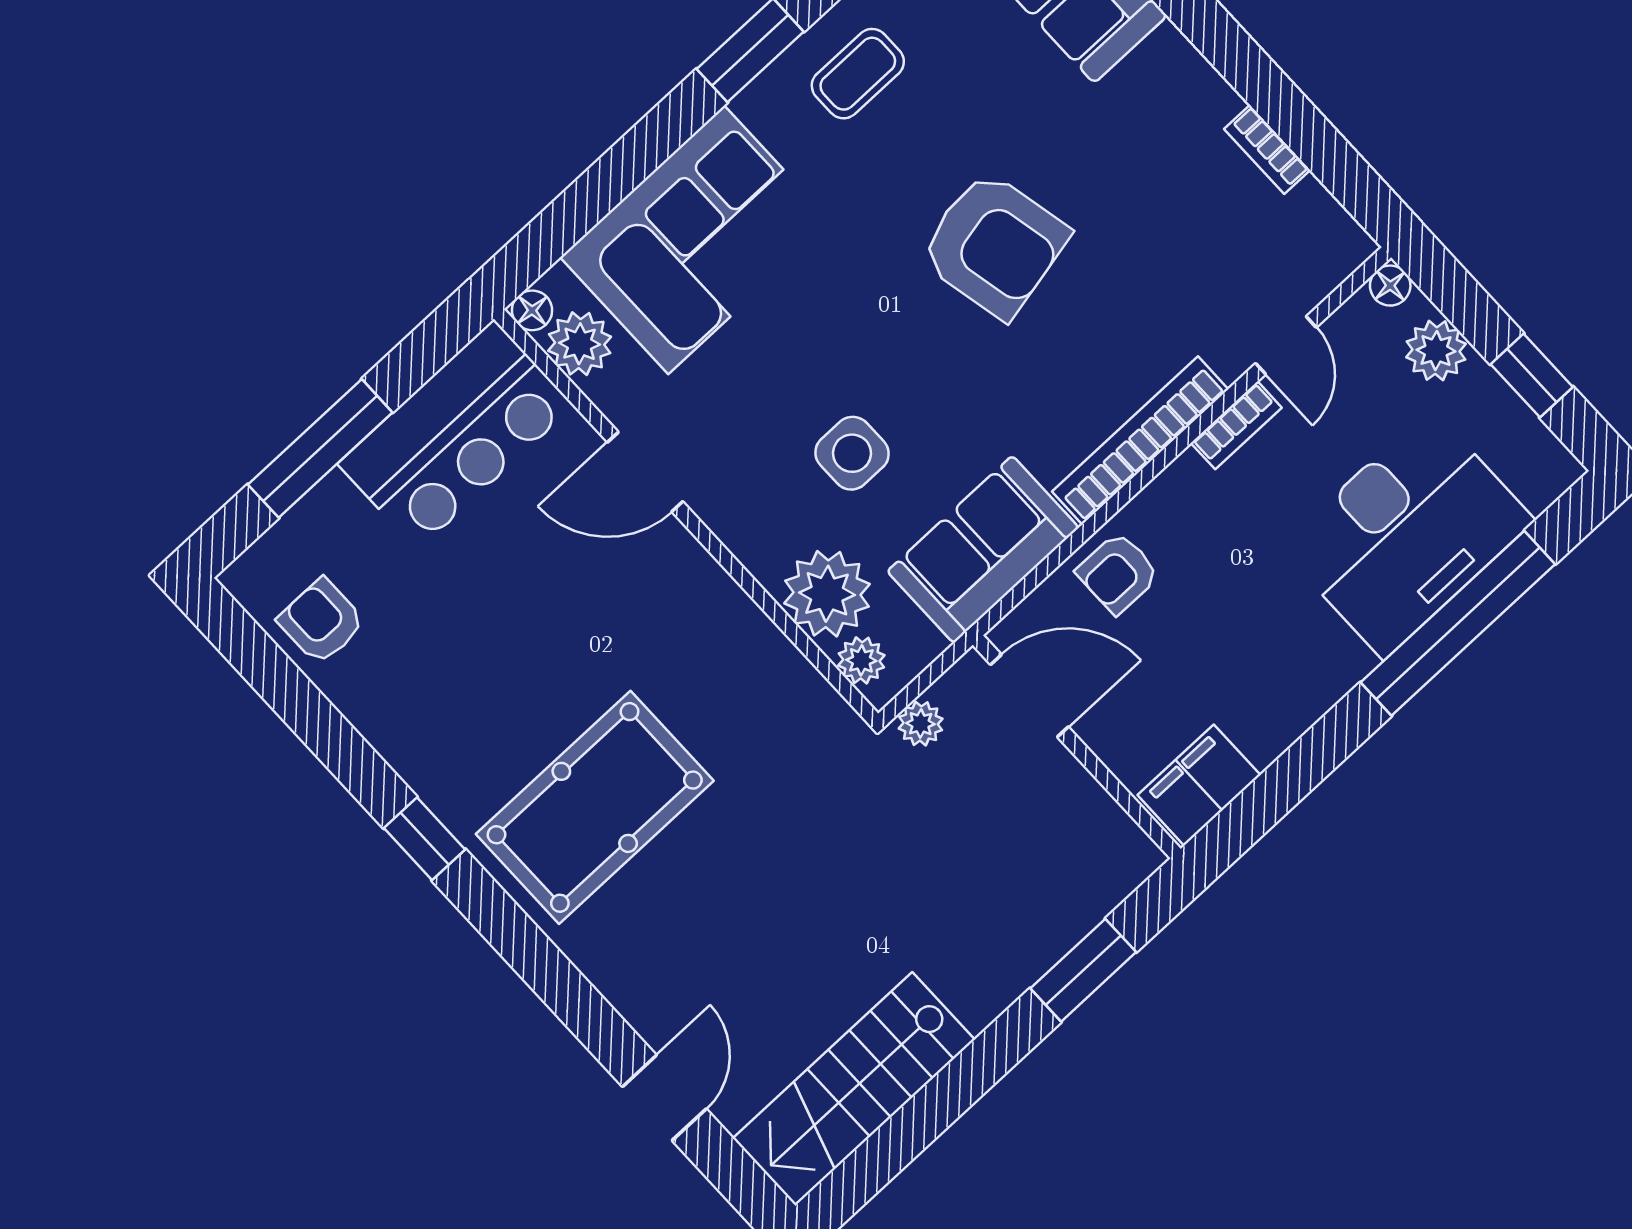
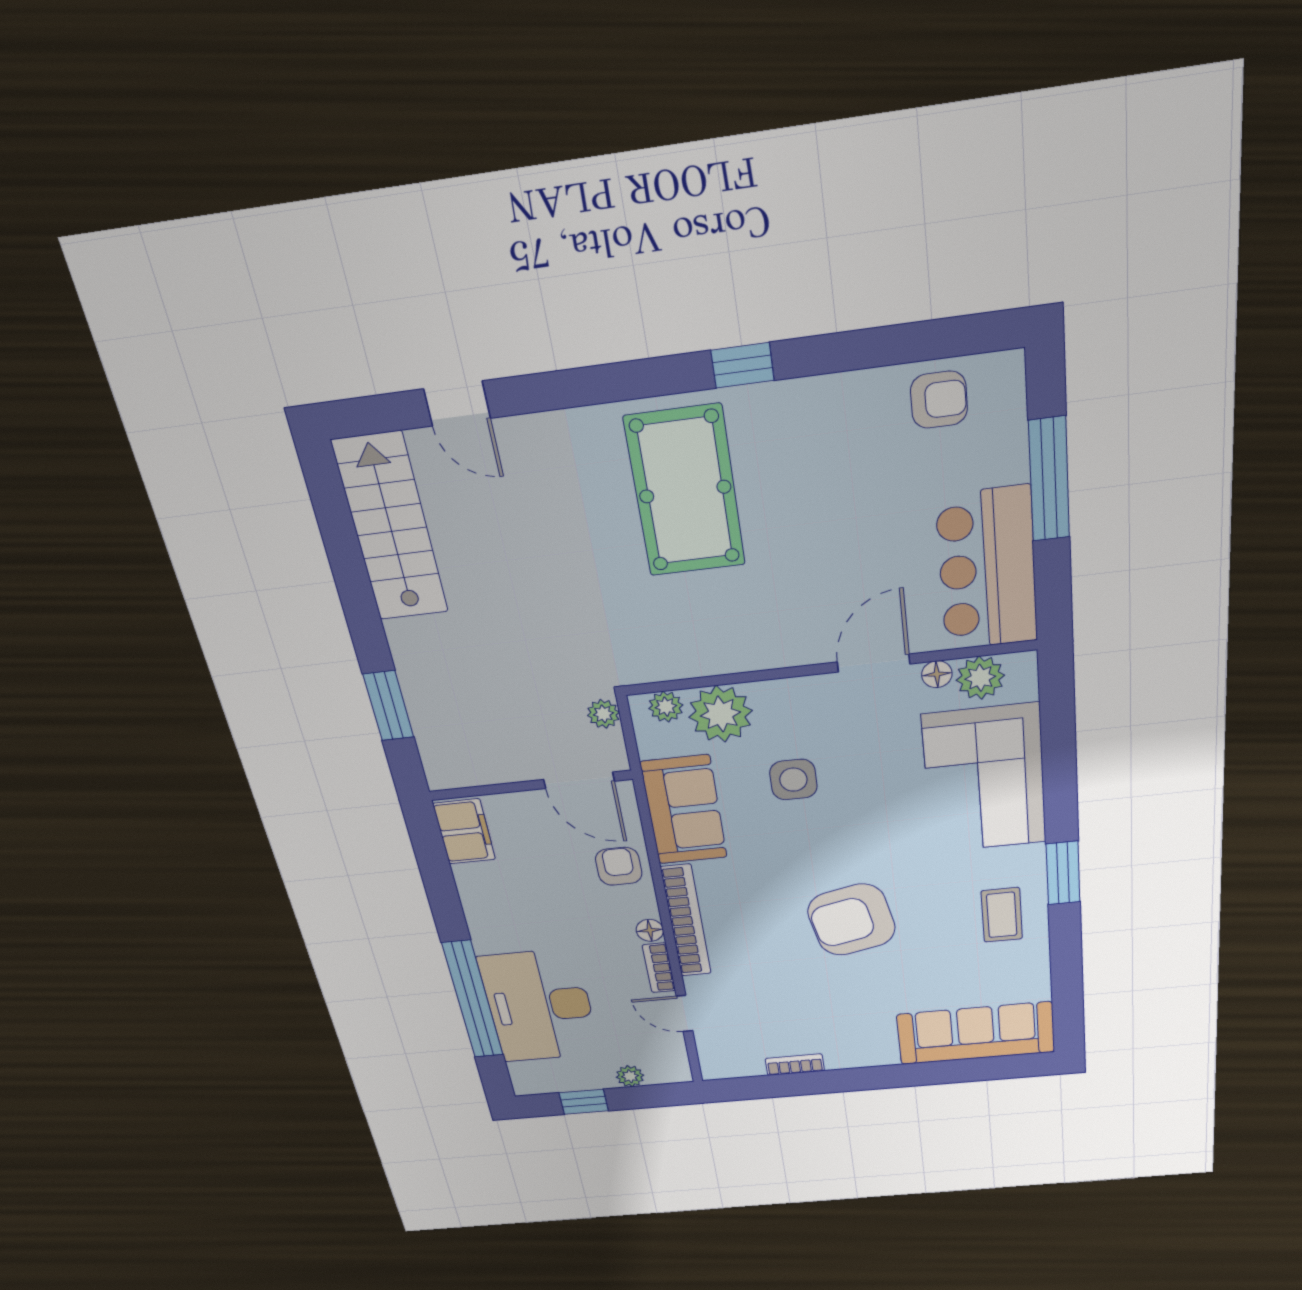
floor lamp: (1390, 286) -> (650, 930), moved
floor lamp: (532, 310) -> (937, 674), moved
plant: (1436, 351) -> (630, 1076), width x0.73, depth x0.73
door: (1029, 696) -> (579, 780), hinge flipped

